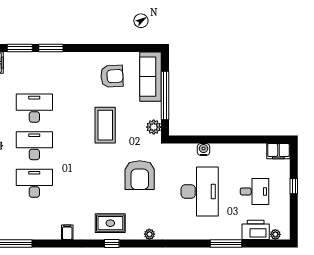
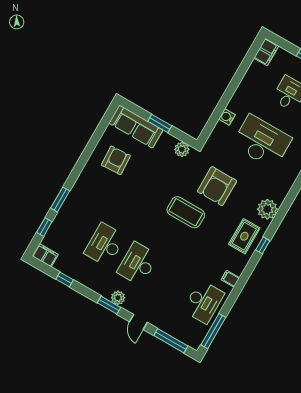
window: (20, 48) -> (44, 227), width x0.67
window: (165, 95) -> (160, 123), width x0.47
coffee table: (105, 125) -> (186, 212), moved
armchair: (140, 175) -> (217, 186), turned 90
desk: (34, 183) -> (204, 302), moved, turned 180
plant: (149, 234) -> (267, 209), width x1.88, depth x1.88

